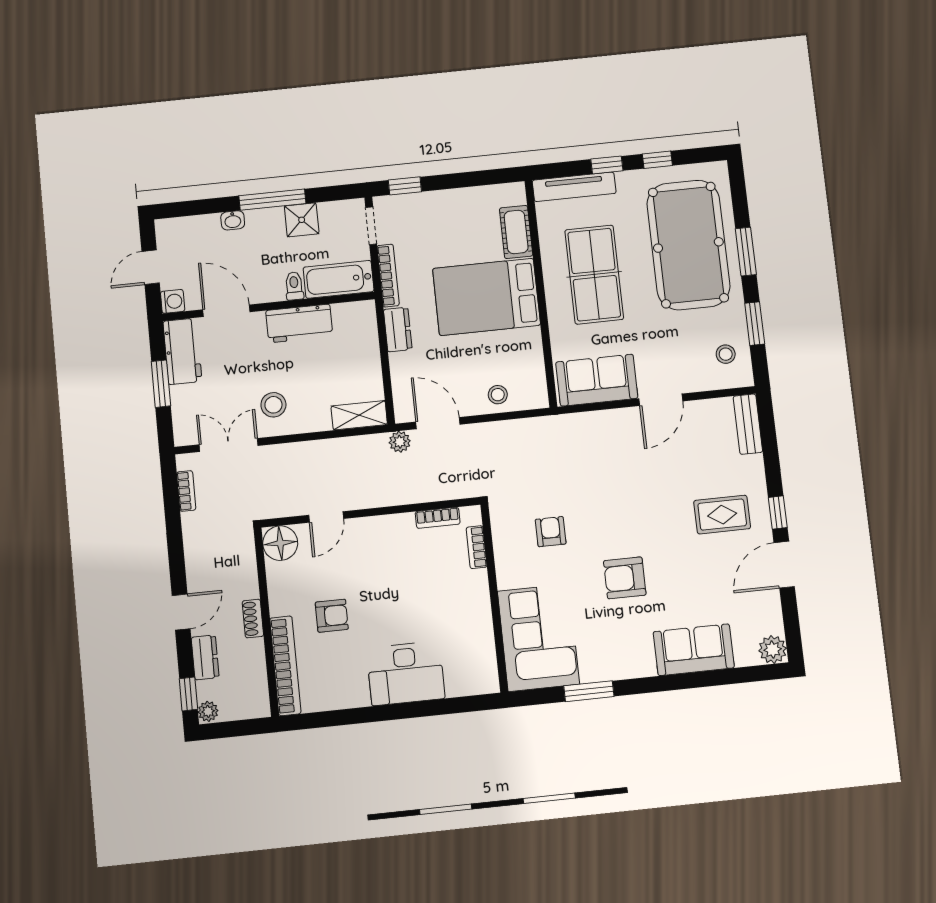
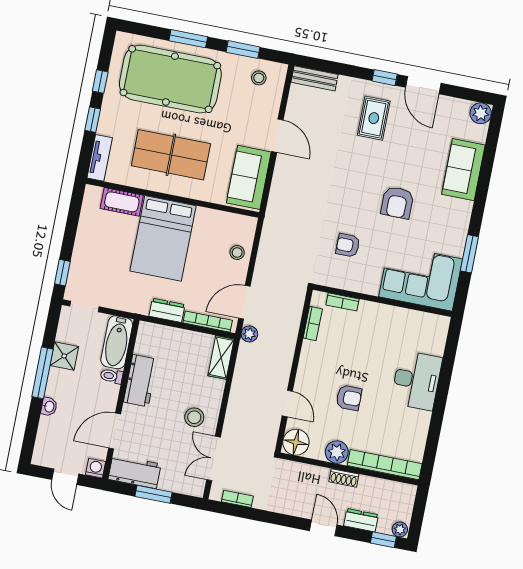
tv unit: (574, 187) -> (100, 158), width x0.71
bookcase: (388, 276) -> (208, 322), moved
plant: (283, 599) -> (337, 452), added
armchair: (332, 616) -> (349, 398), moved, turned 90

